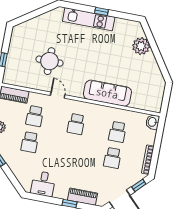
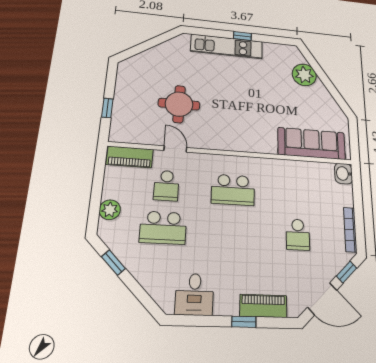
sofa: (107, 93) -> (312, 144), moved
door: (58, 95) -> (175, 149), moved
school desk: (76, 124) -> (233, 190), width x1.85
school desk: (117, 132) -> (297, 194), removed
school desk: (30, 142) -> (163, 228), width x1.85

